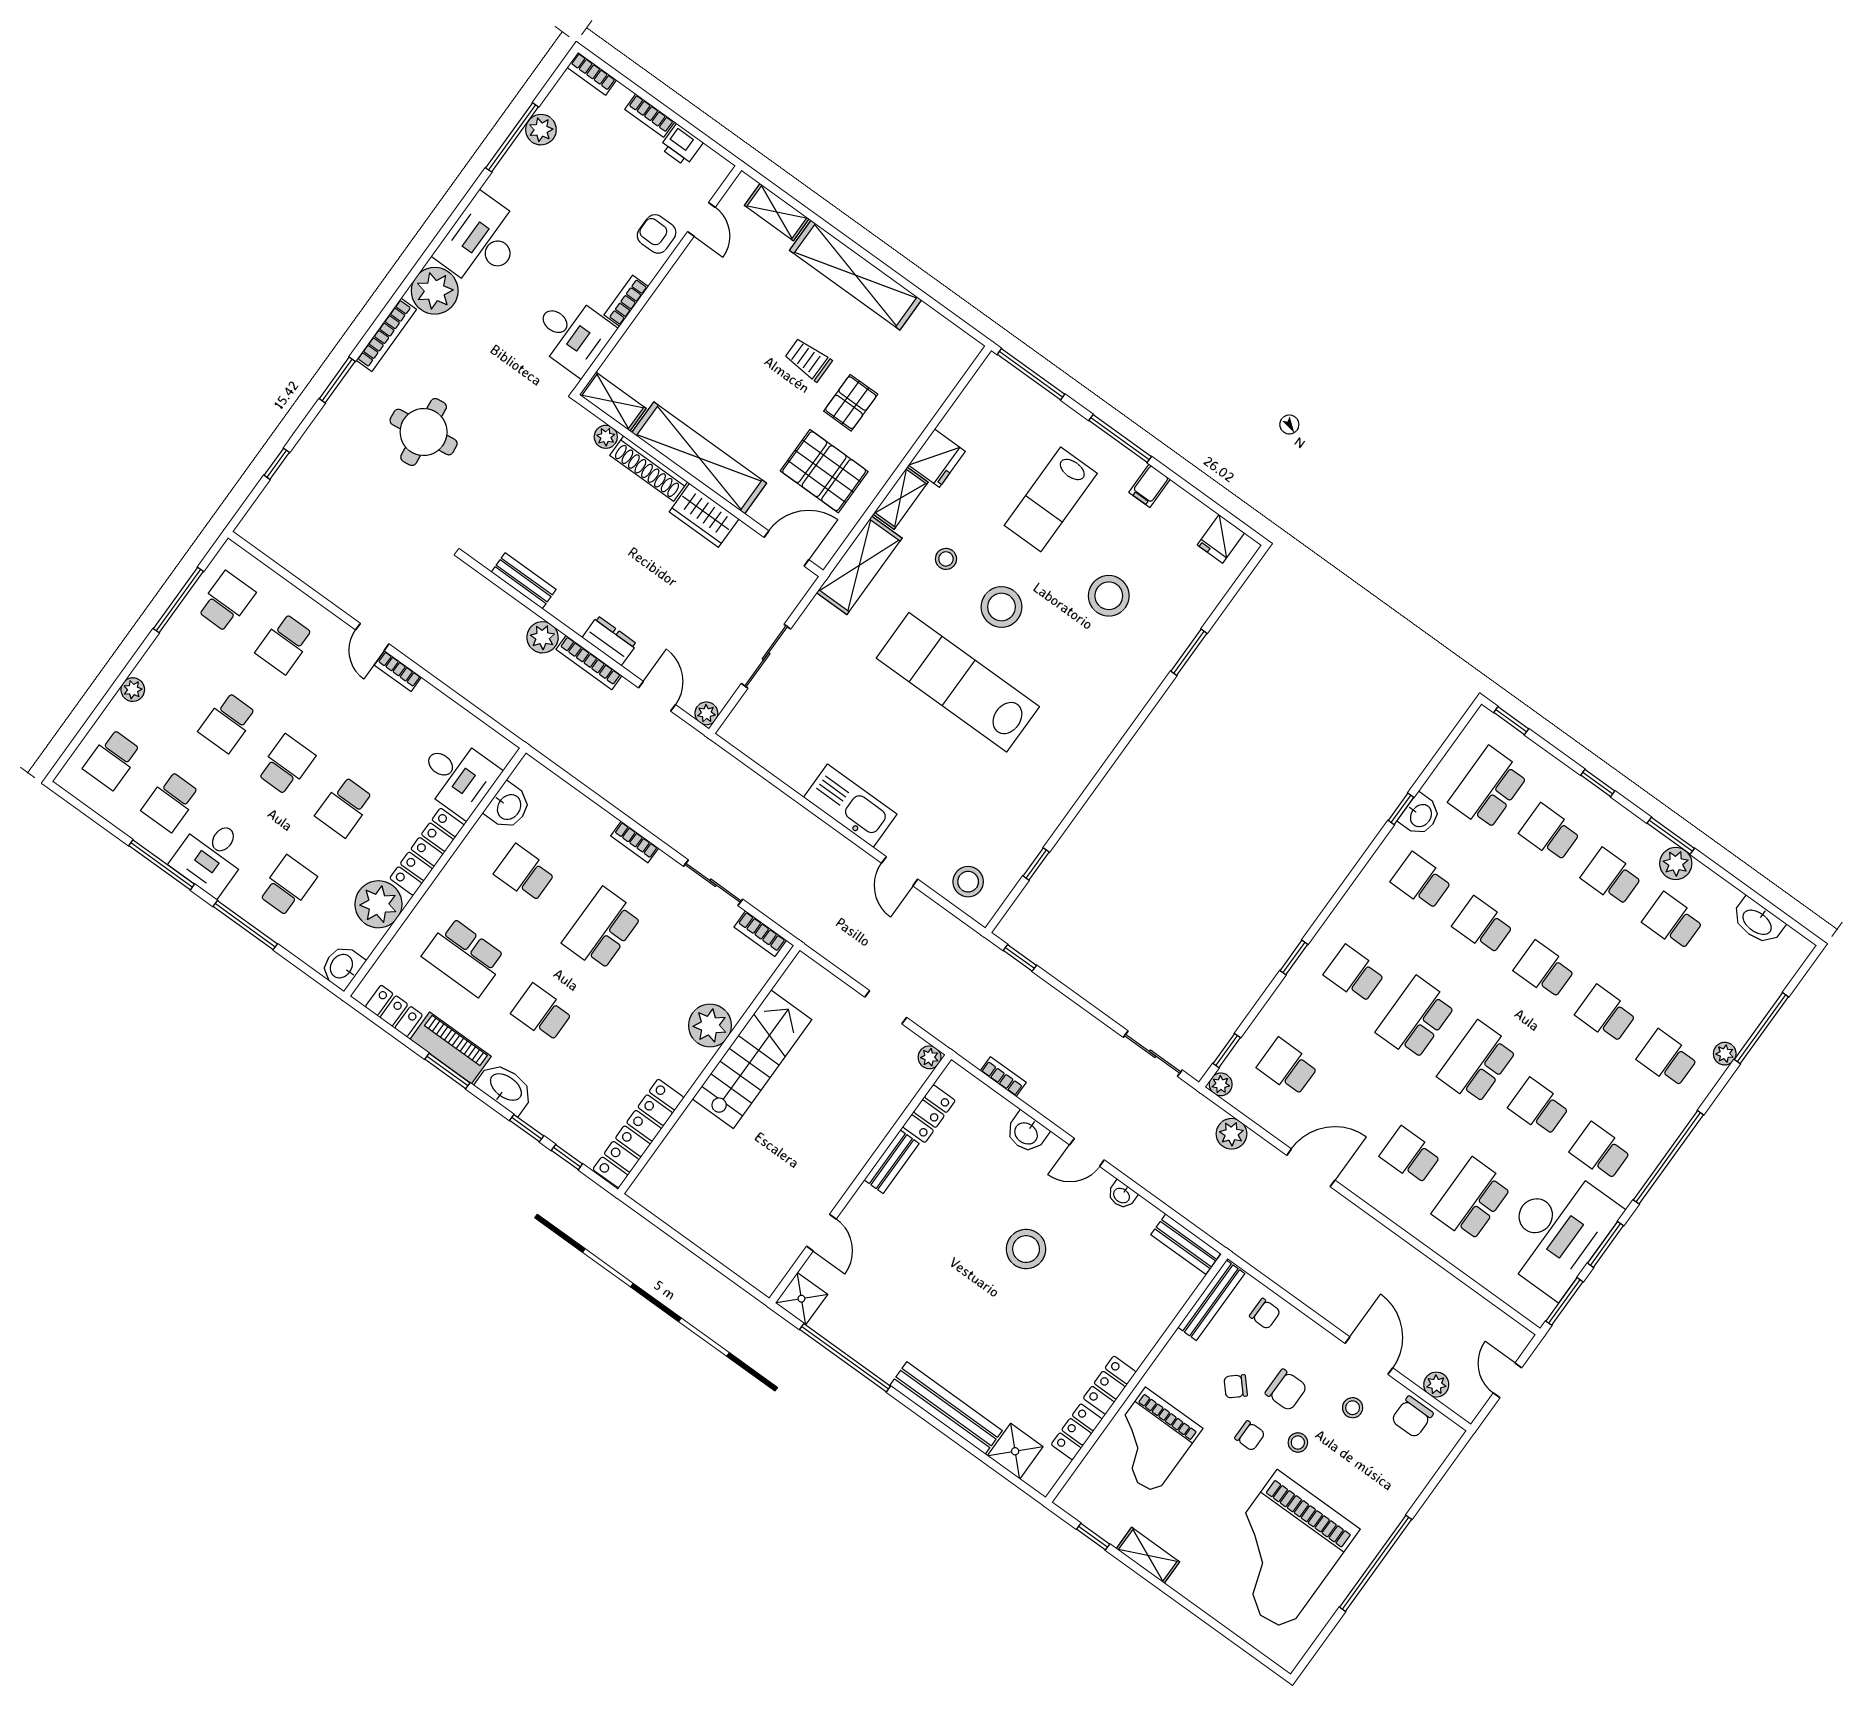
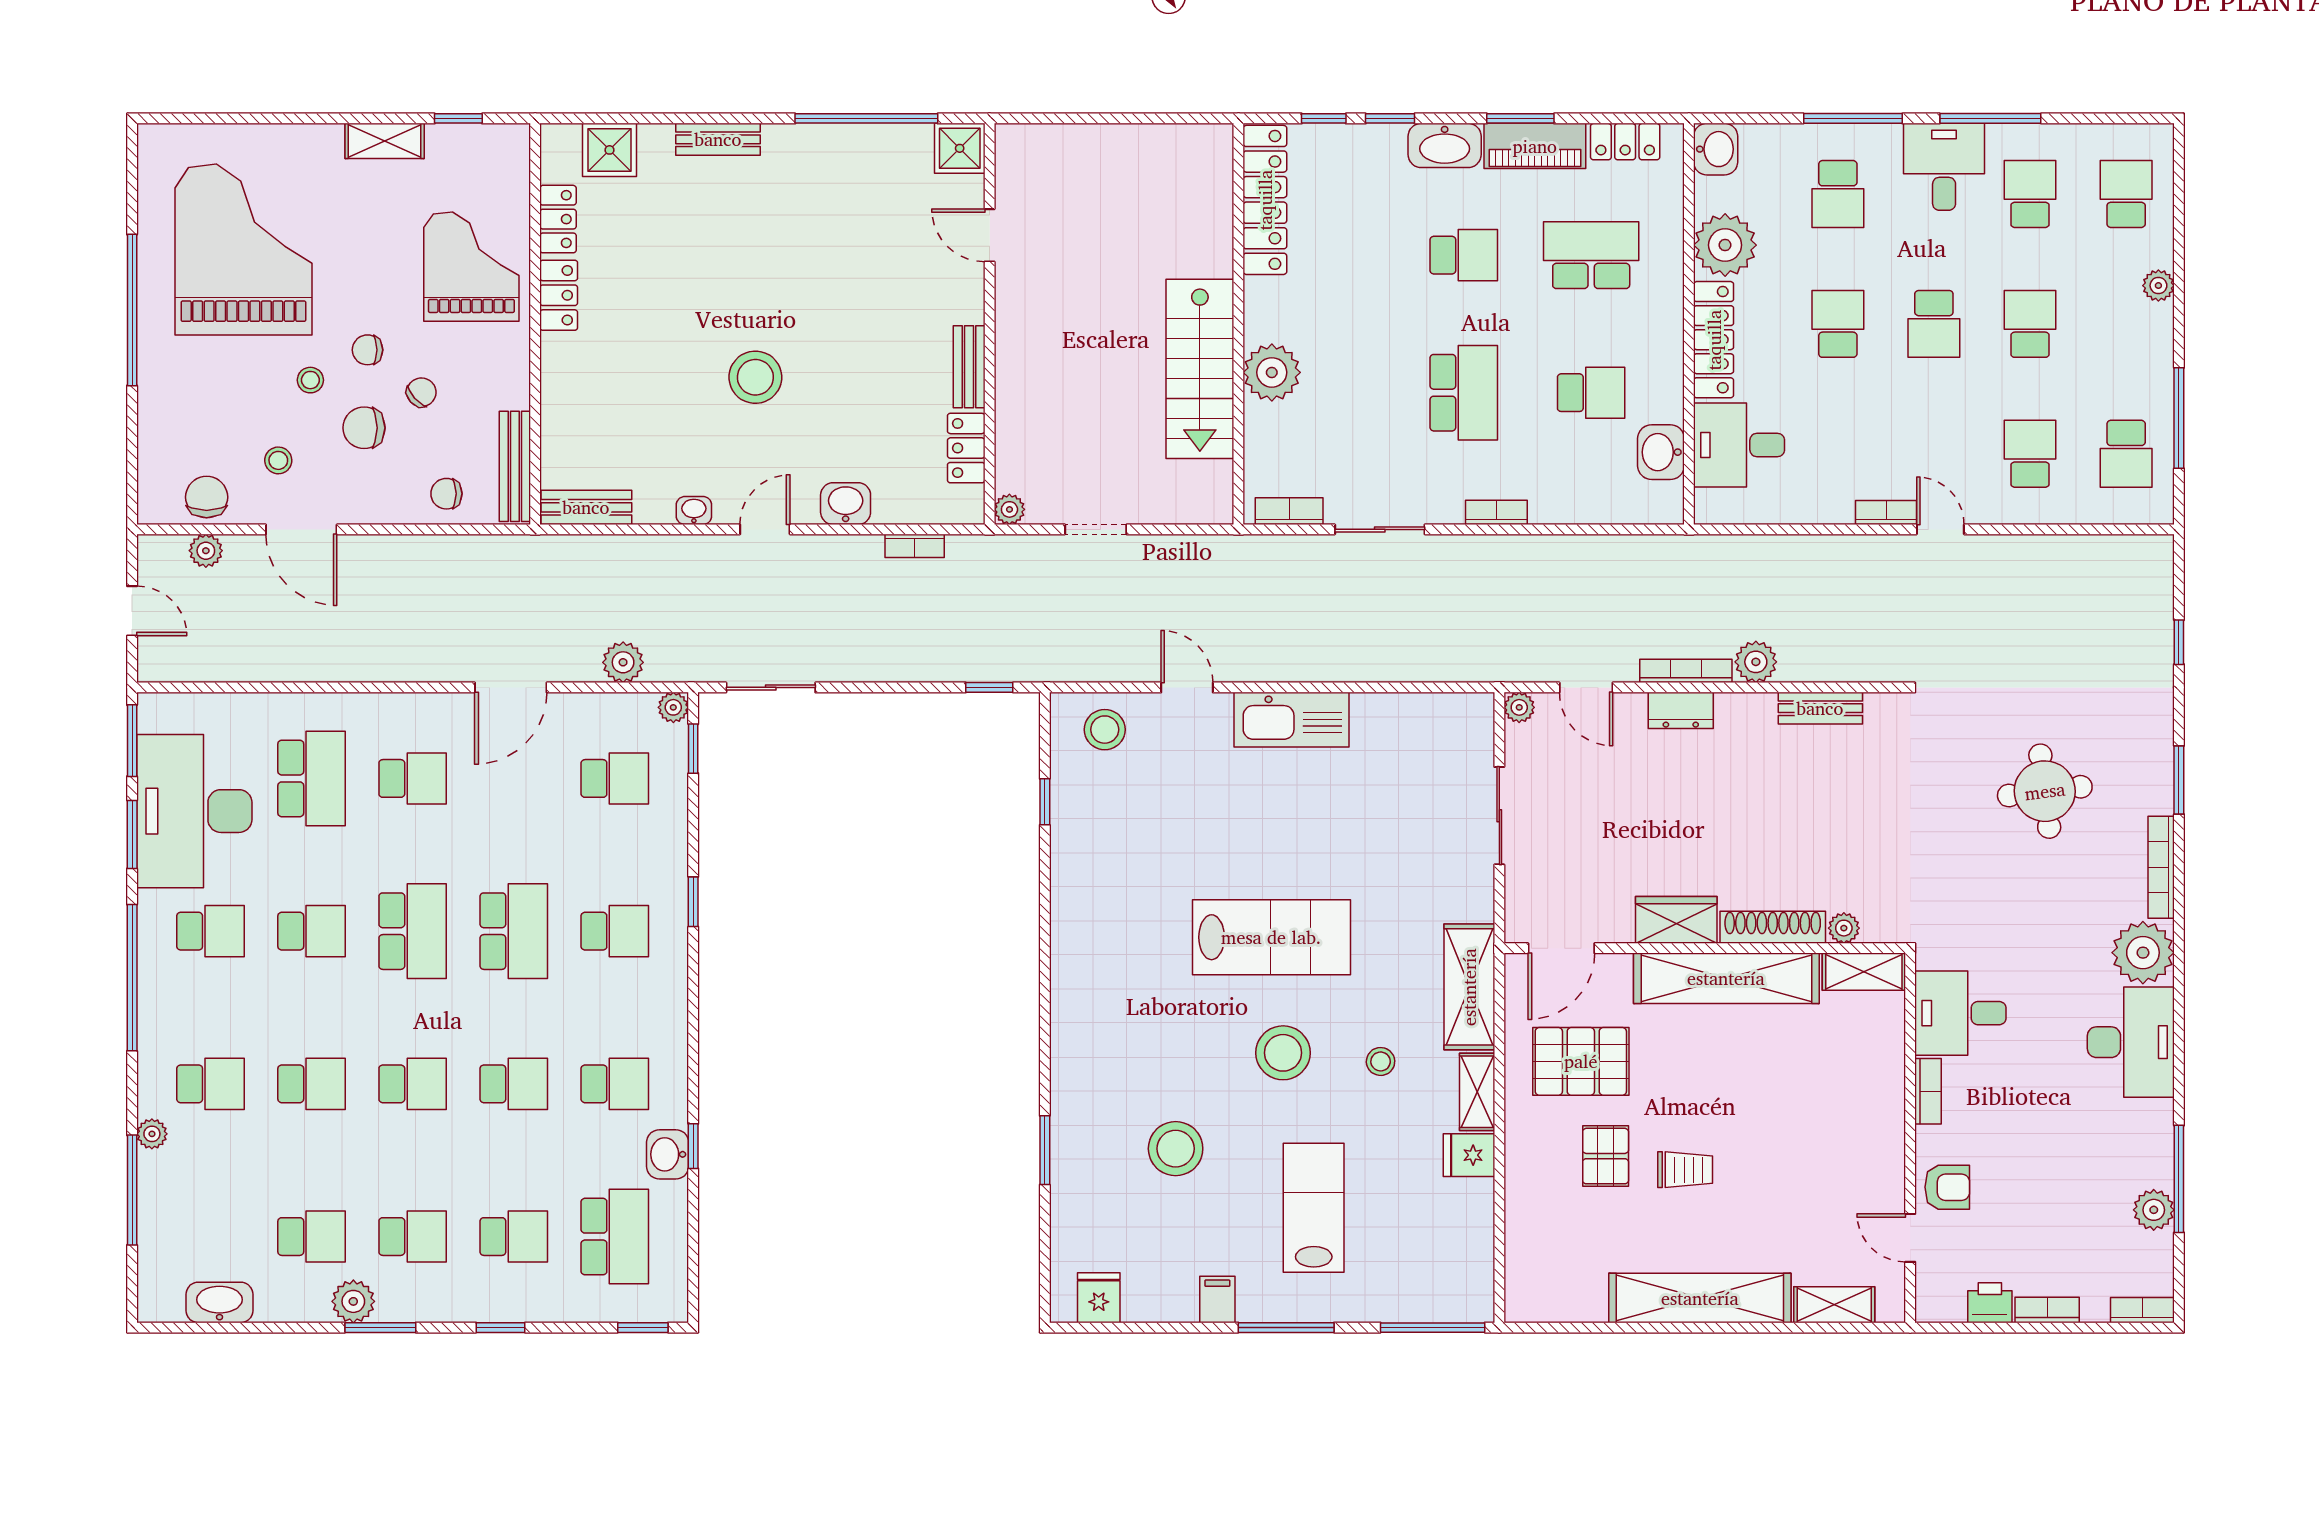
fridge: (937, 458) -> (1469, 1155), width x0.72
lab bench: (958, 682) -> (1271, 937), width x0.73
bench: (946, 1408) -> (718, 139), width x0.54, depth x0.82

